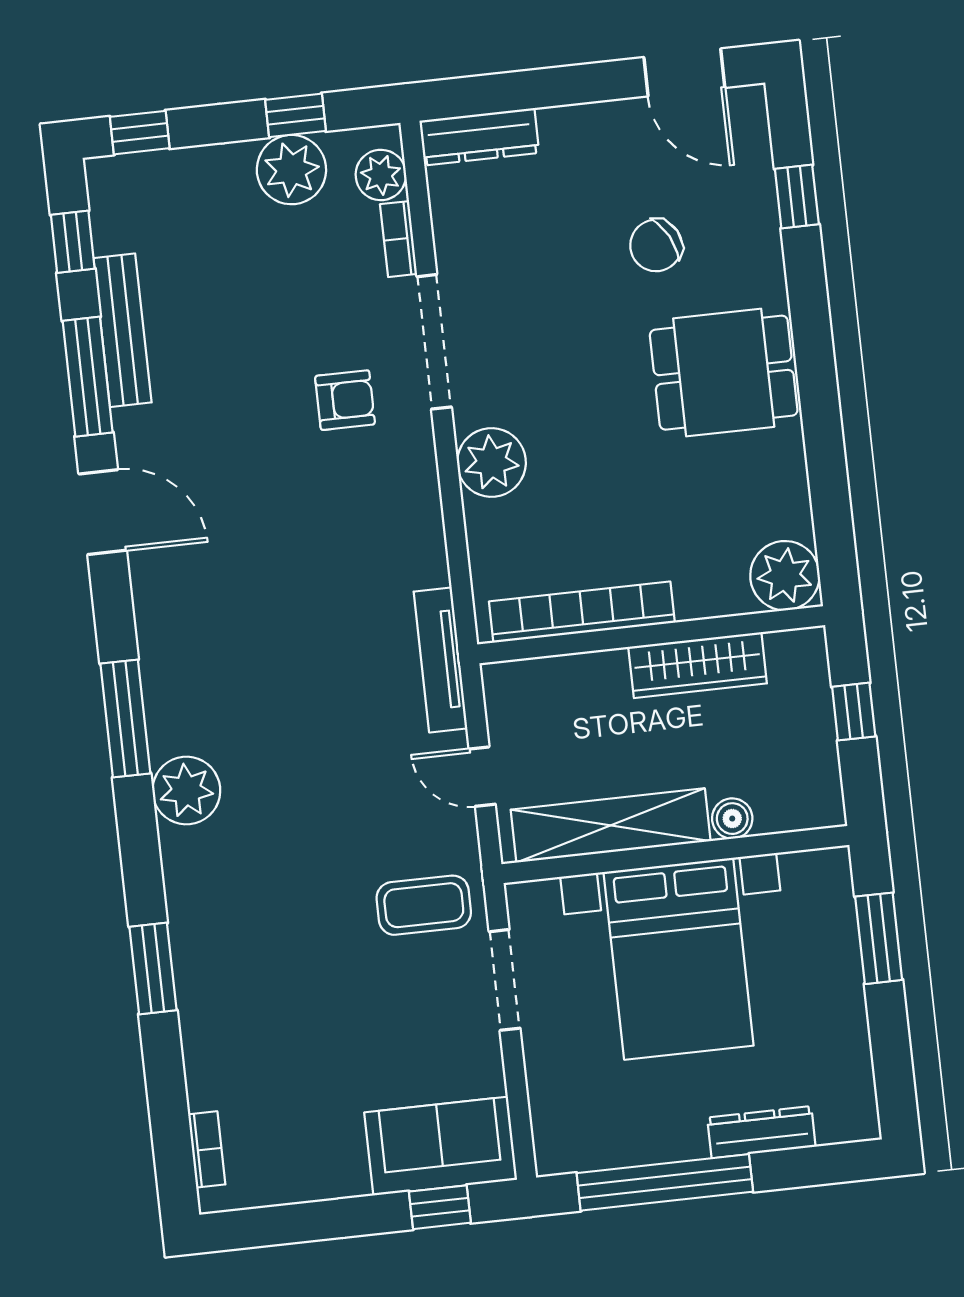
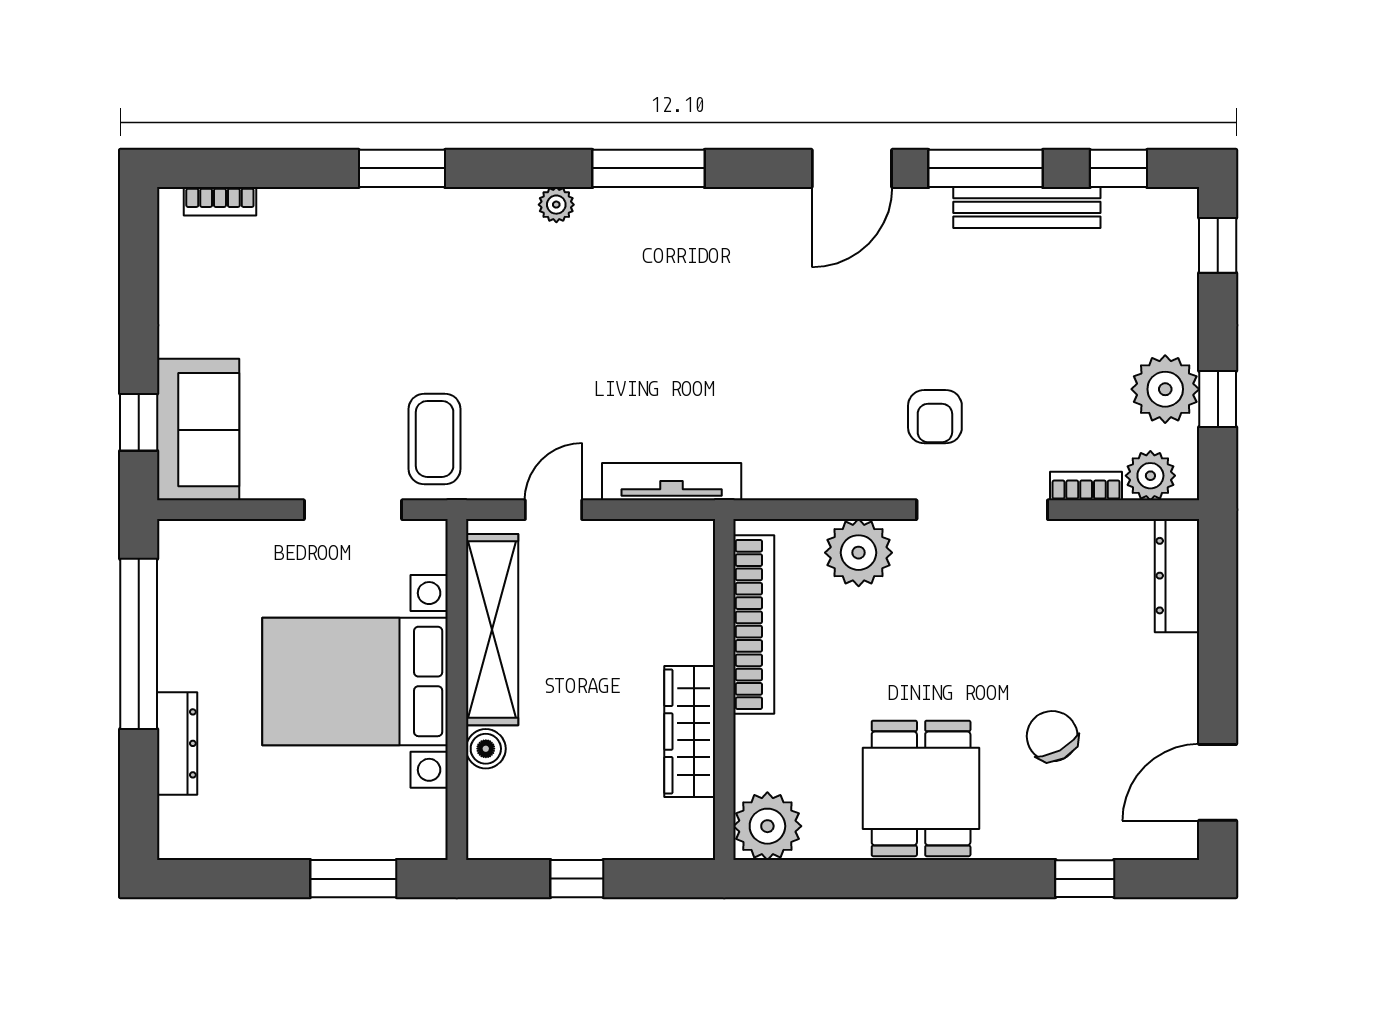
plant: (785, 576) -> (767, 826), moved
bookcase: (582, 612) -> (754, 624), moved
wall: (651, 635) -> (724, 690), moved
wardrobe: (698, 665) -> (690, 732), moved
plant: (186, 791) -> (556, 205), width x0.53, depth x0.53

